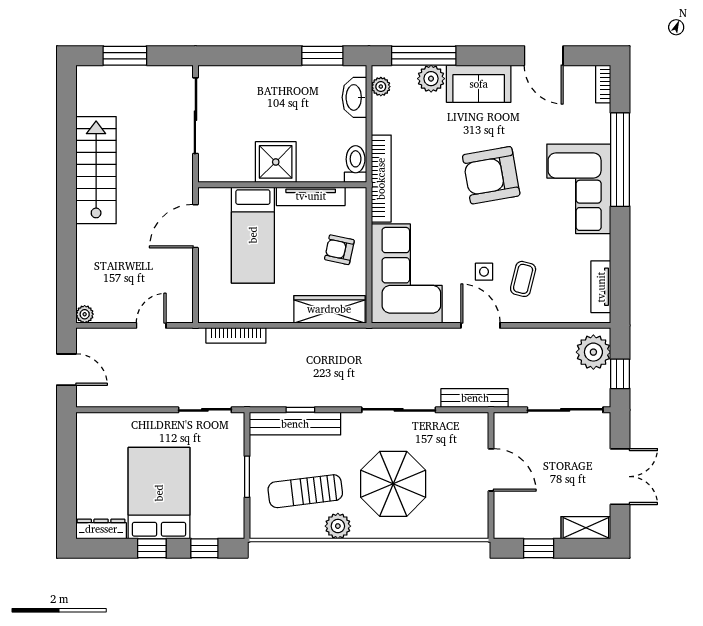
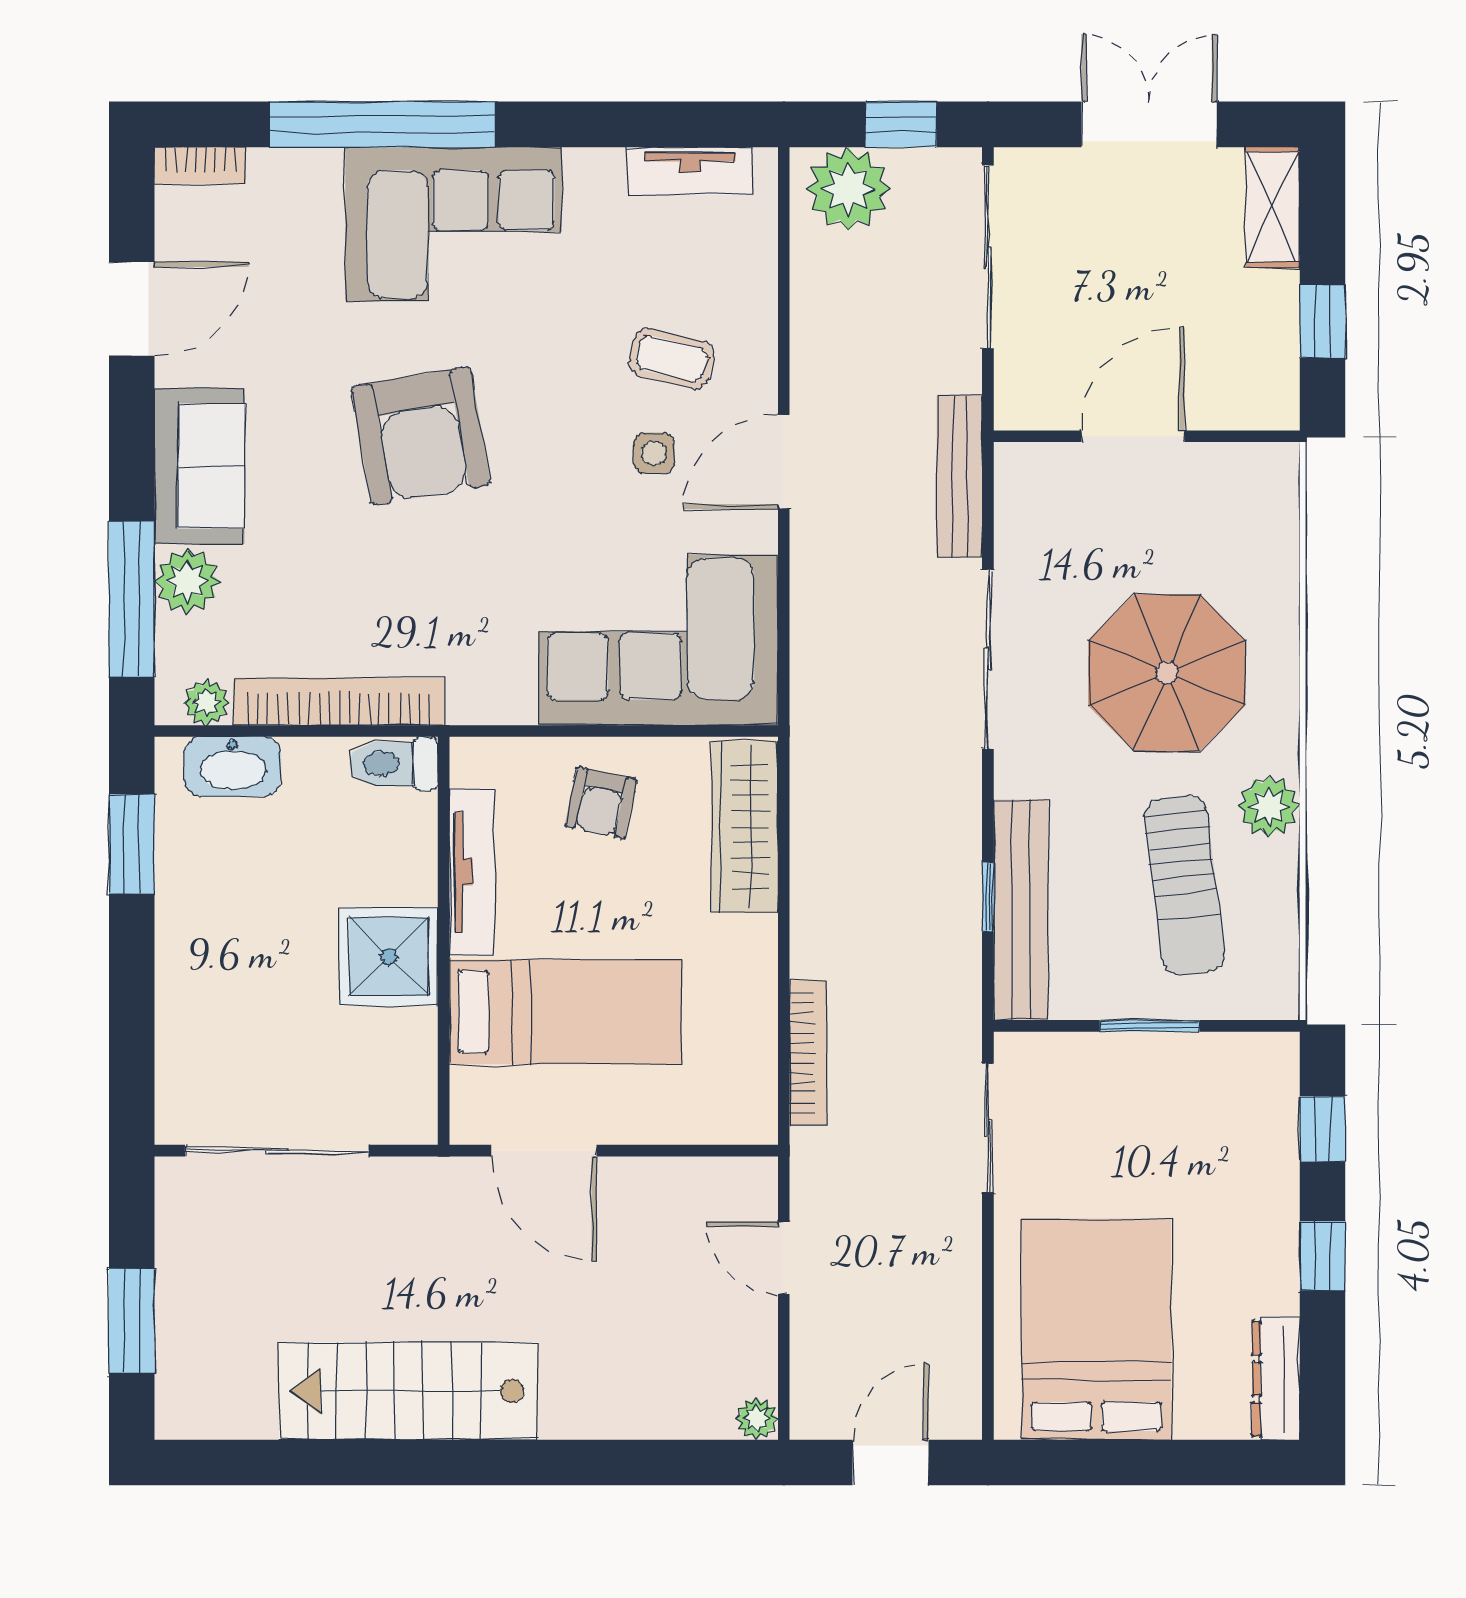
bookcase: (381, 179) -> (339, 701), moved
bed: (159, 493) -> (1097, 1329), moved, turned 90

